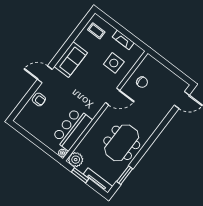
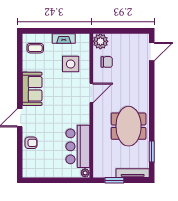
plant: (76, 160) -> (100, 41), moved

